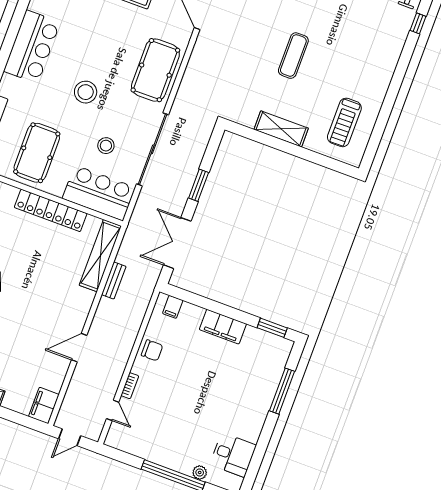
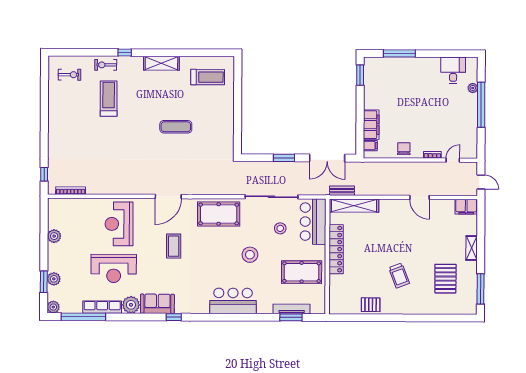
shelving: (281, 129) -> (161, 63), moved, turned 90
bench: (114, 280) -> (342, 191), moved
filing cabinet: (223, 327) -> (371, 125), moved

